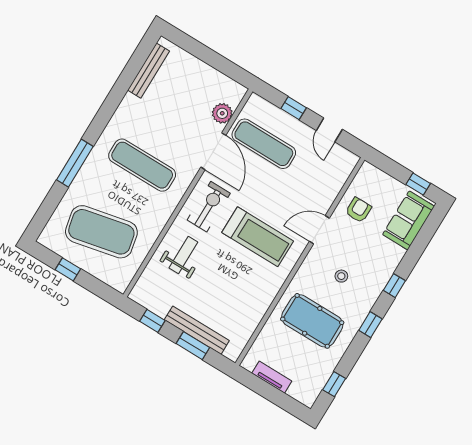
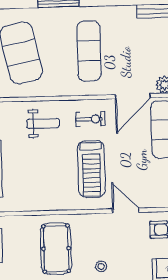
exercise bike: (209, 207) -> (90, 119), width x0.73, depth x0.72
stool: (341, 276) -> (101, 266), moved

